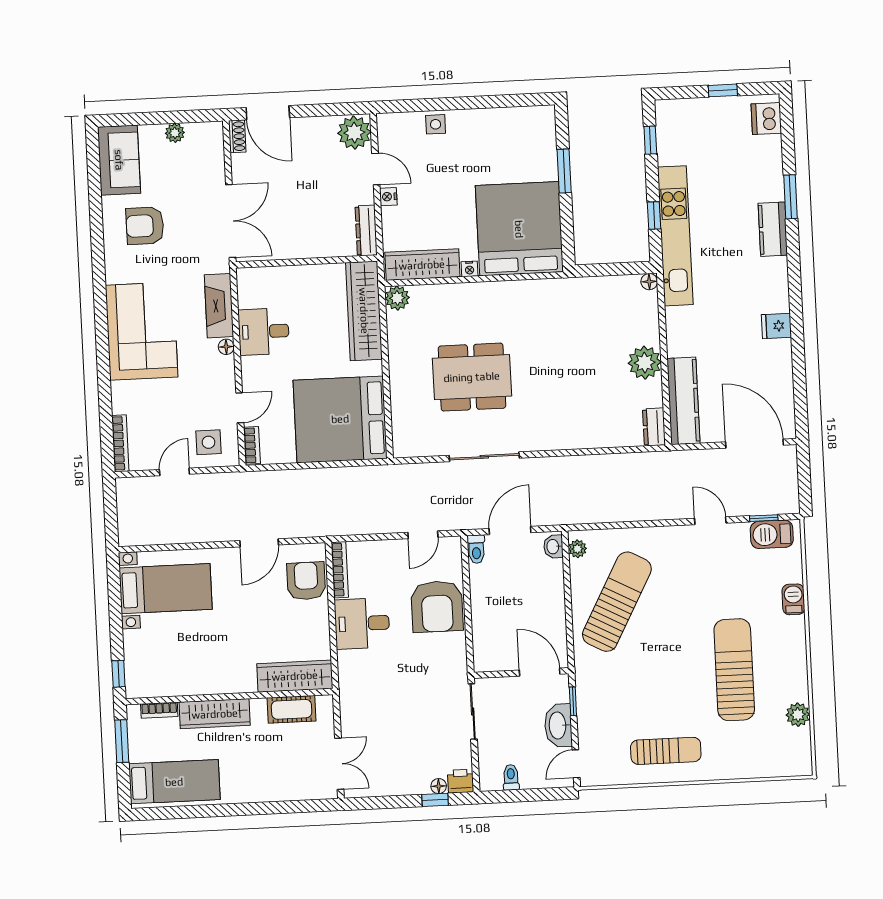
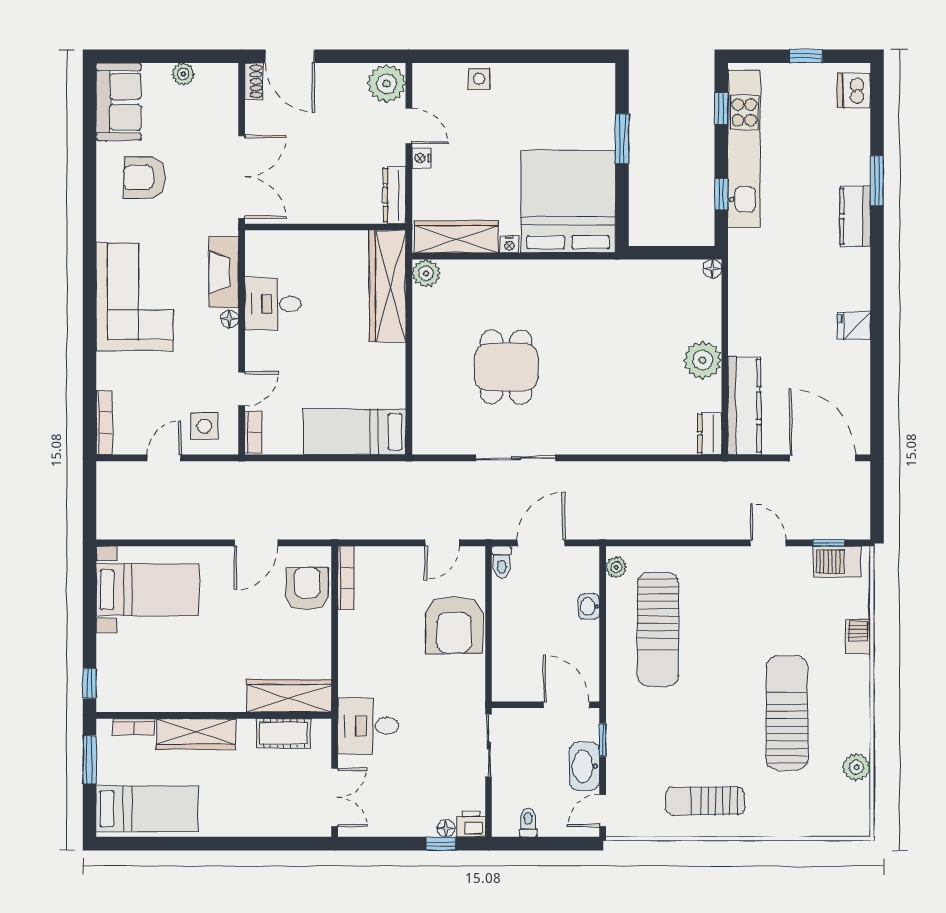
kitchen unit: (675, 236) -> (744, 149), moved
dining table: (472, 377) -> (506, 367), width x0.73
bed: (340, 419) -> (355, 432), width x0.49
washbasin: (553, 547) -> (589, 606), moved
sun lounger: (617, 602) -> (658, 629), turned 152
desk: (362, 623) -> (368, 726), moved
sun lounger: (666, 751) -> (705, 801), turned 180

